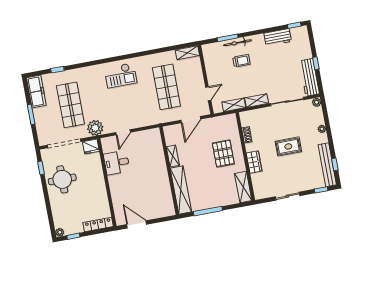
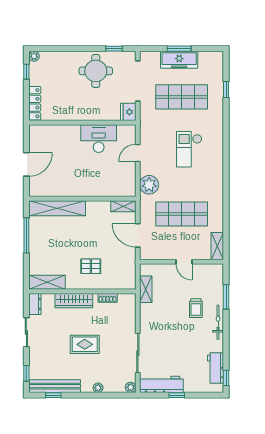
workbench: (278, 37) -> (216, 368), moved
bicycle: (238, 43) -> (218, 322), moved
checkout: (121, 75) -> (189, 149), moved
freezer: (36, 92) -> (179, 60), moved
door: (208, 94) -> (184, 262), moved
shelving: (257, 101) -> (146, 317), removed
plant: (95, 128) -> (149, 185), moved
door: (123, 132) -> (138, 153), hinge flipped
rug: (288, 146) -> (85, 344), turned 90
pallet: (223, 153) -> (91, 266), width x0.67, depth x0.71
shelving: (173, 156) -> (123, 206), moved
wardrobe: (254, 162) -> (74, 301), width x1.50
desk: (117, 163) -> (99, 139), width x1.37
dresser: (263, 194) -> (35, 304), added
door: (137, 224) -> (26, 164), moved

